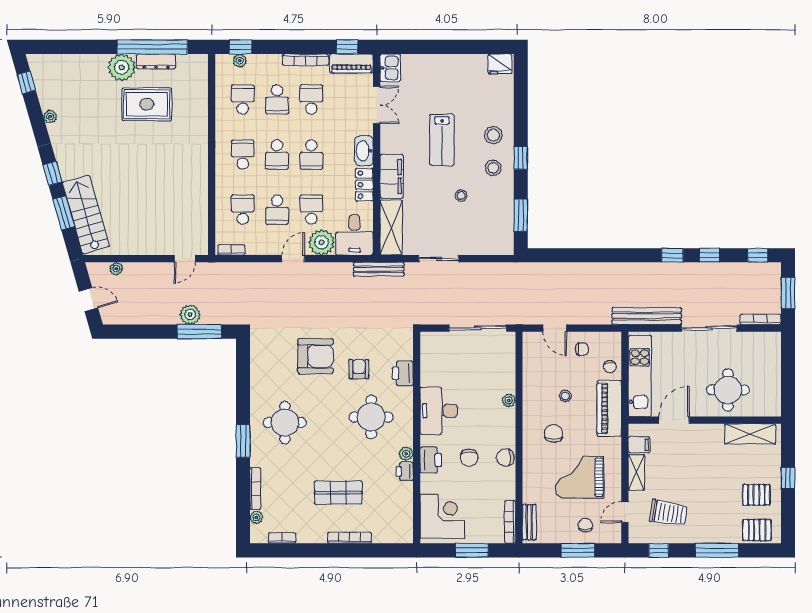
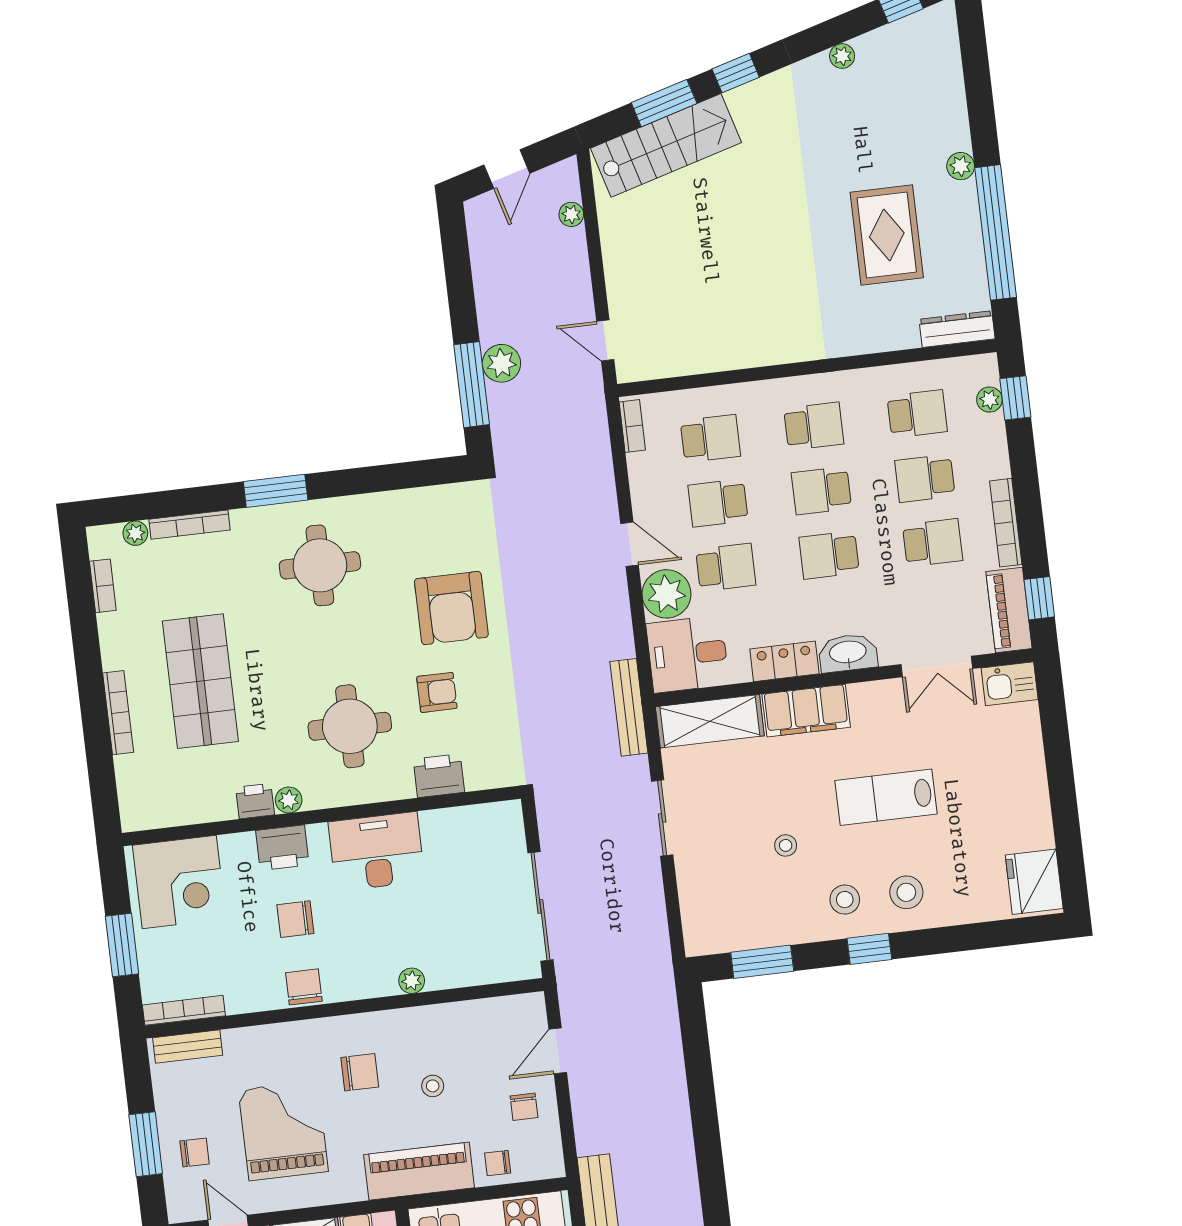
dresser: (156, 61) -> (957, 329), moved, turned 90
fridge: (500, 64) -> (1034, 882), width x1.36, depth x1.34
plant: (122, 67) -> (961, 166), width x0.53, depth x0.53
shop shelf: (338, 493) -> (200, 681), width x1.43, depth x1.36

